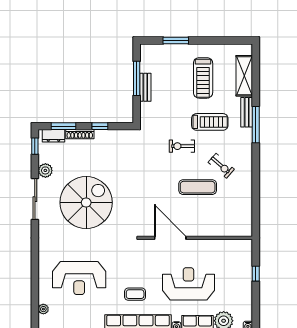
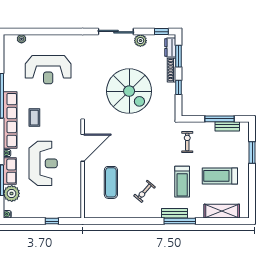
bench: (145, 87) -> (227, 126), moved
bench: (247, 112) -> (175, 213), moved
exercise bike: (182, 146) -> (187, 142), moved
exercise mat: (198, 187) -> (111, 182), moved
spiral stairs: (86, 203) -> (129, 91), moved
reception desk: (79, 278) -> (48, 70), turned -90

